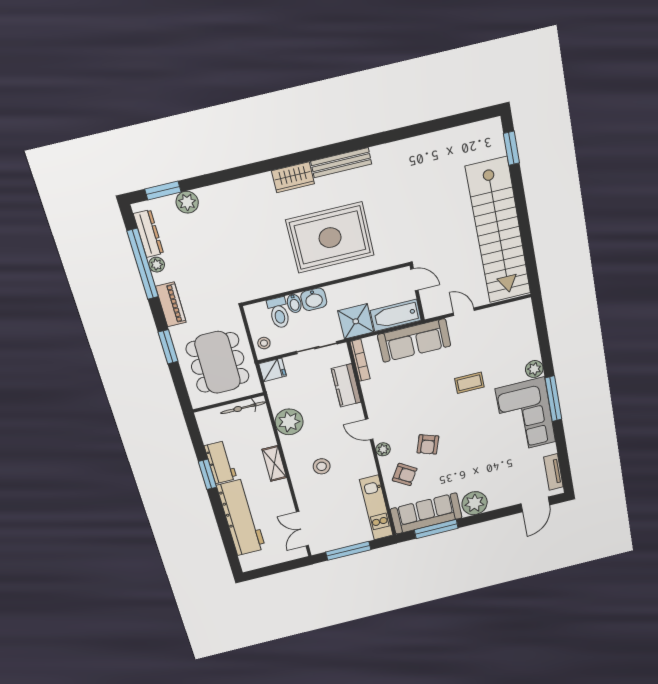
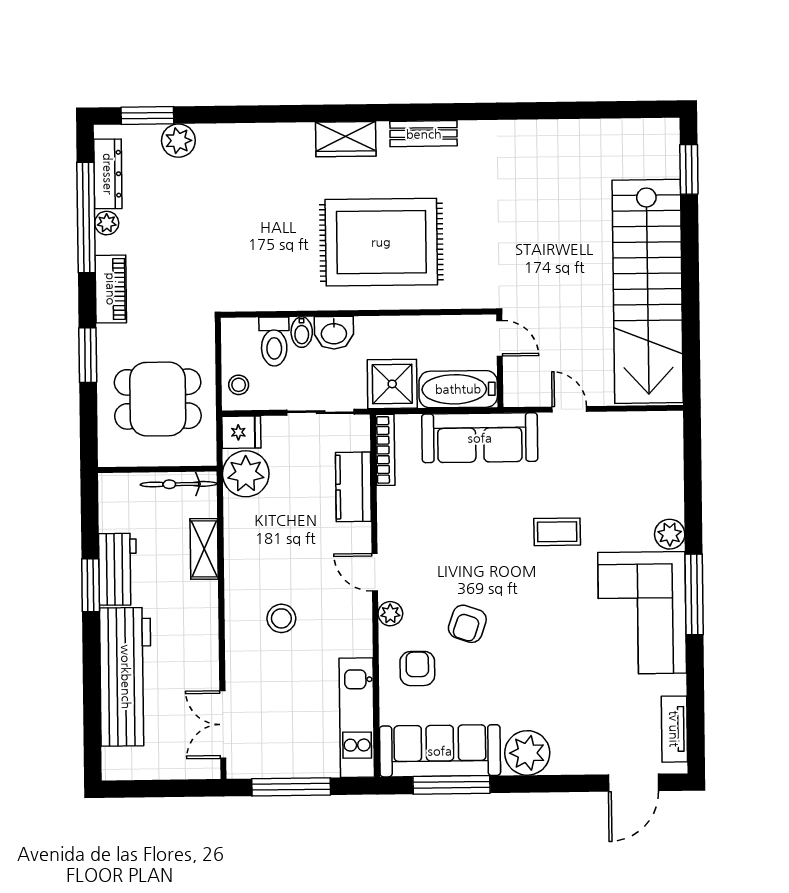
bench: (341, 163) -> (424, 134), width x0.73
dining table: (218, 362) -> (158, 399), width x0.73
plant: (289, 422) -> (246, 474), moved
shelving: (274, 463) -> (204, 549), moved
armchair: (405, 474) -> (417, 669), turned -122

